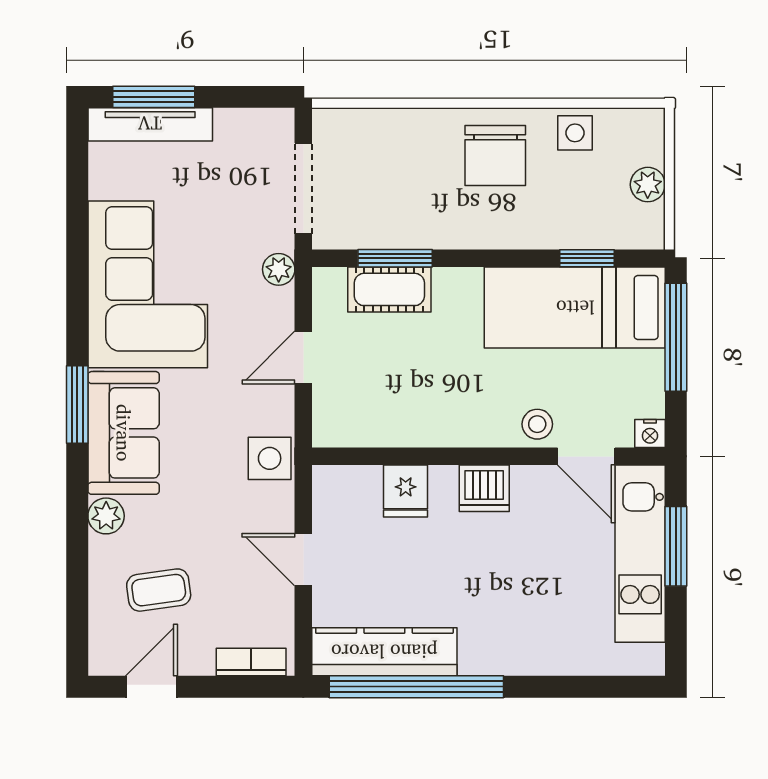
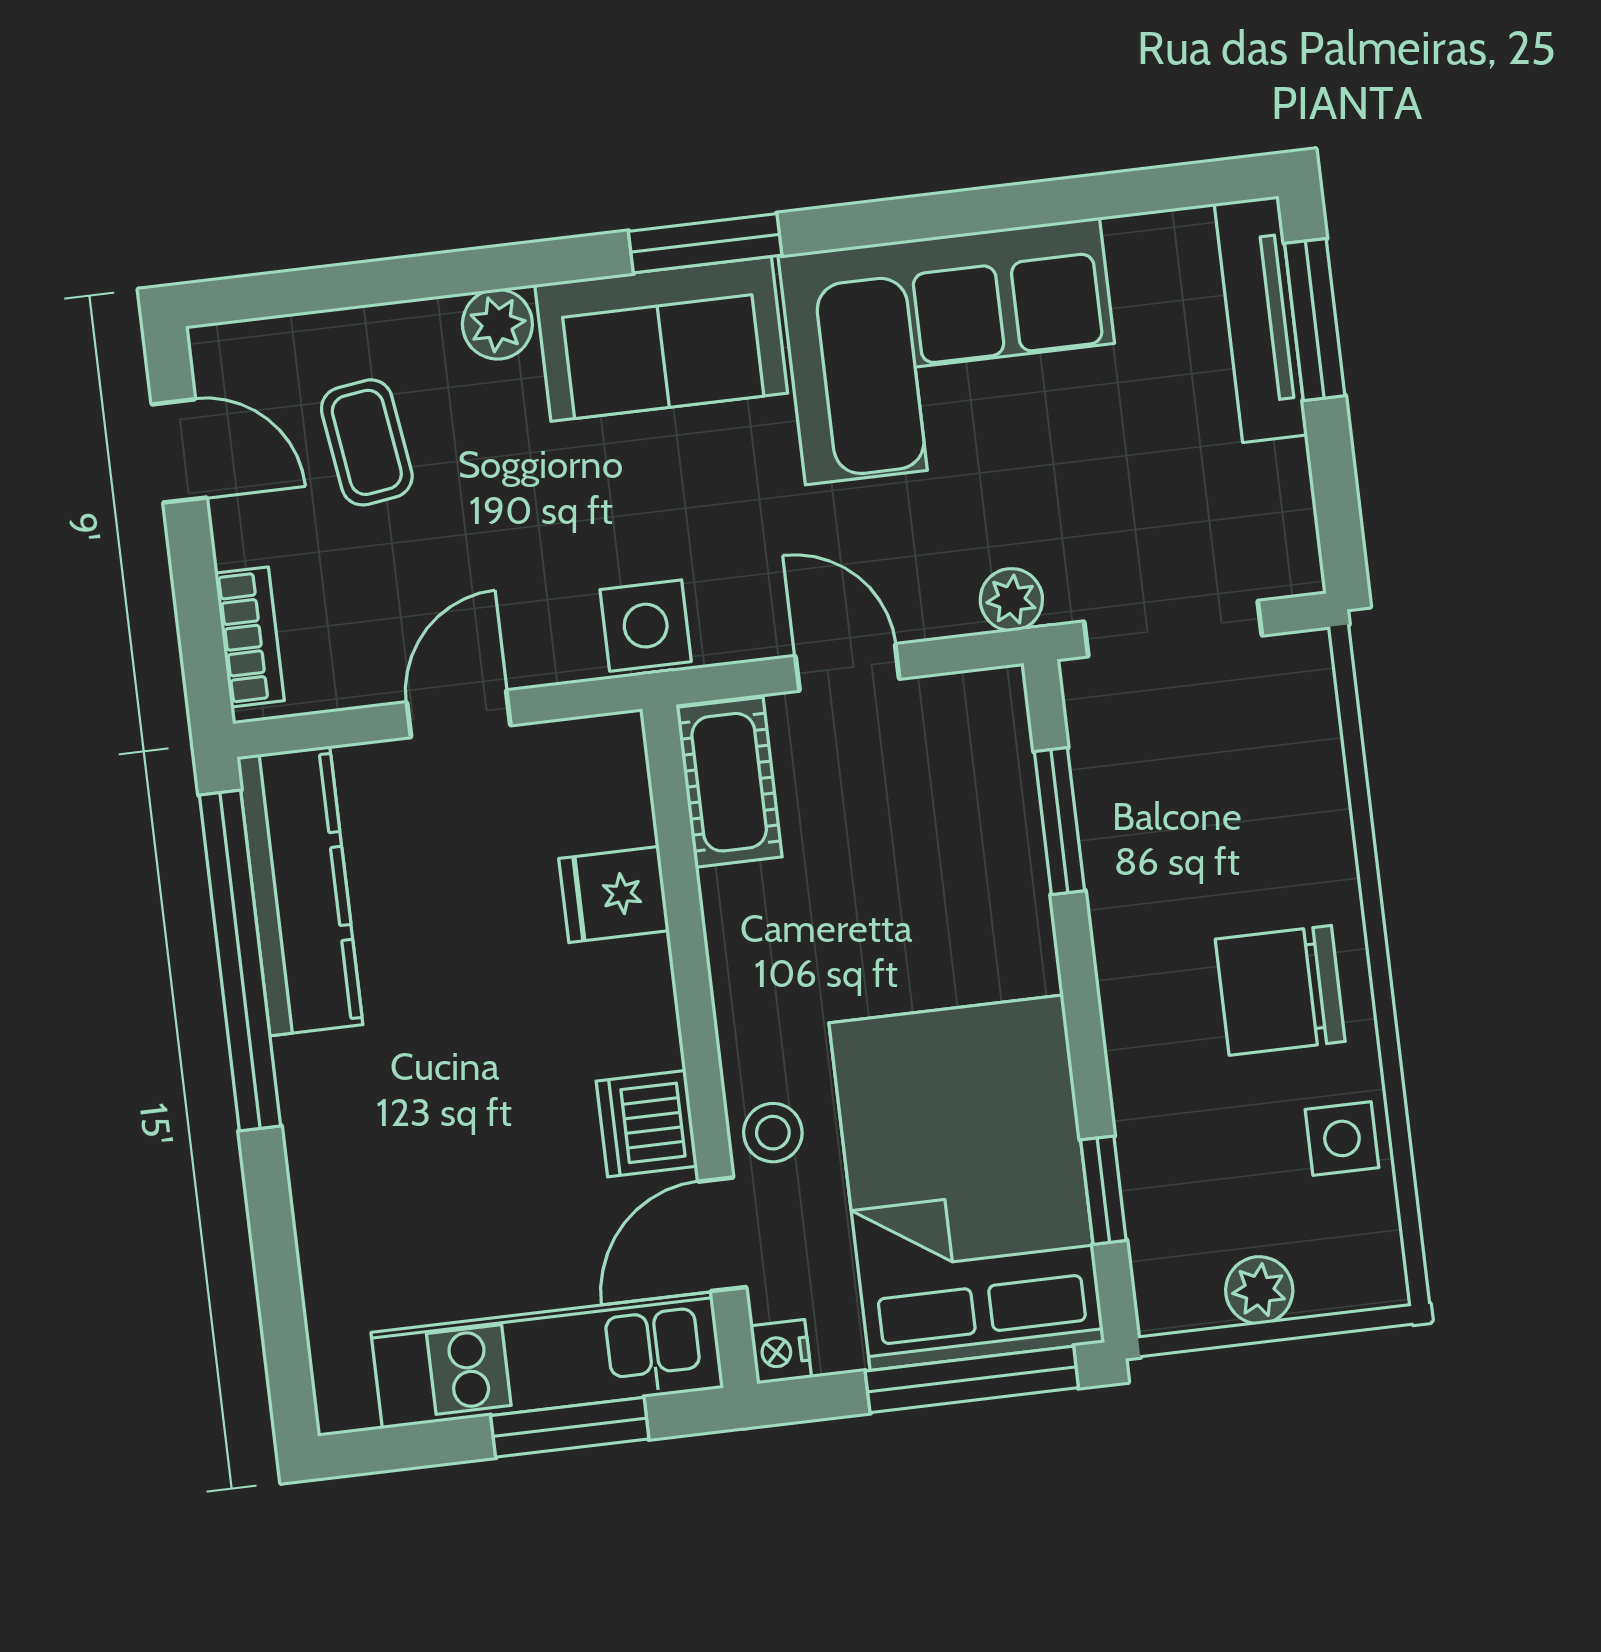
cot: (389, 289) -> (729, 782), moved
bed: (575, 308) -> (967, 1183), width x1.50
dishwasher: (484, 488) -> (647, 1124), moved

